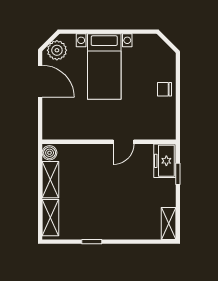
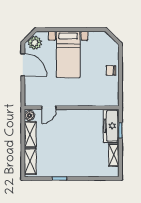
door: (124, 142) -> (49, 108), moved
freezer: (165, 161) -> (111, 126), width x1.40
shelving: (169, 223) -> (114, 155), moved

